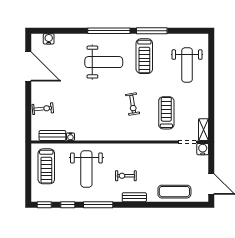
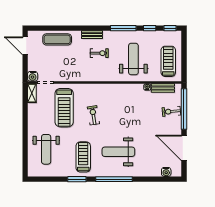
window: (152, 31) -> (77, 179), width x0.69
weight bench: (187, 65) -> (46, 149), turned 180
window: (28, 111) -> (184, 109), added
treadmill: (166, 113) -> (64, 108), width x1.37, depth x1.38

